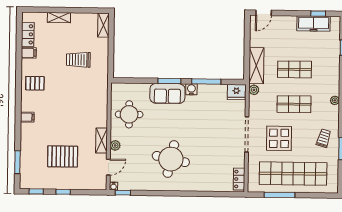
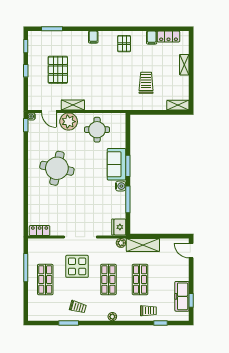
trolley: (329, 61) -> (148, 311), added
plant: (115, 145) -> (69, 122), width x1.87, depth x1.87
shop shelf: (293, 174) -> (45, 280), width x0.50, depth x0.74

